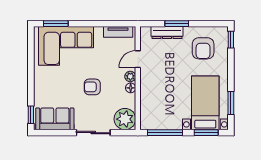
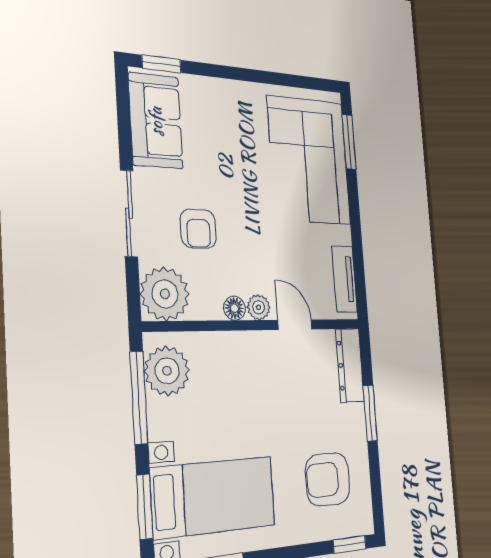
dresser: (167, 32) -> (350, 365), moved
armchair: (92, 87) -> (198, 229), moved, turned 180
plant: (155, 120) -> (167, 371), added

